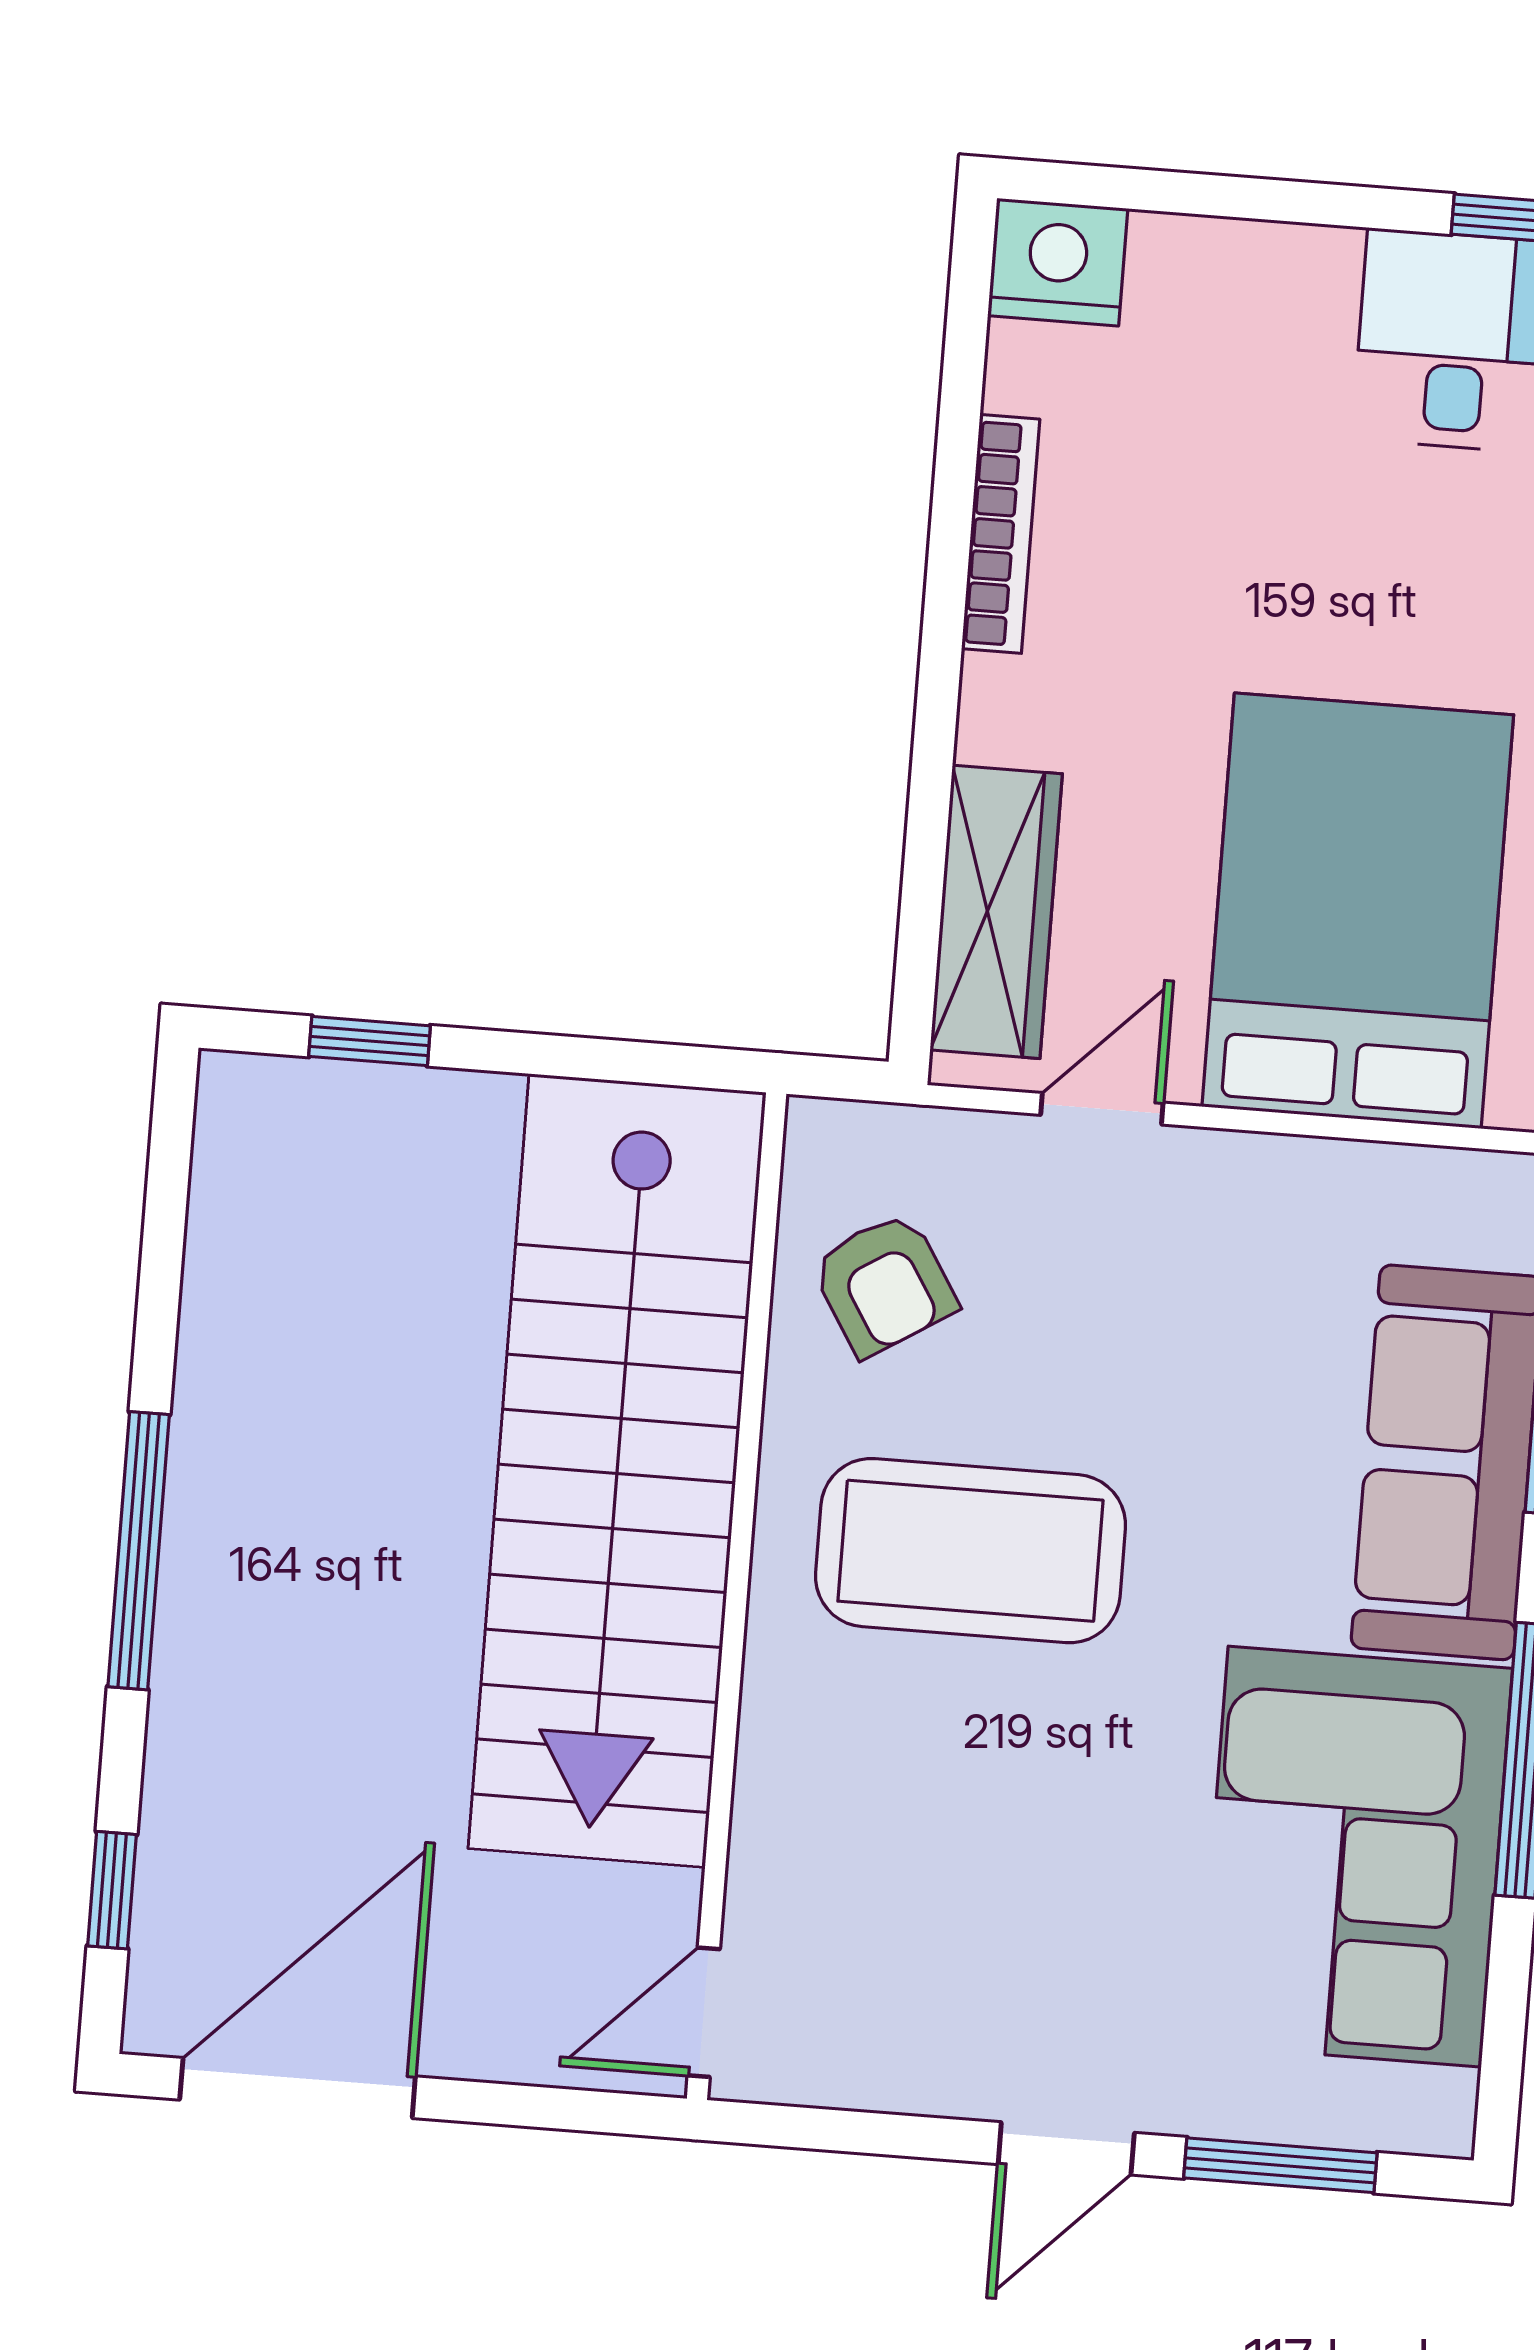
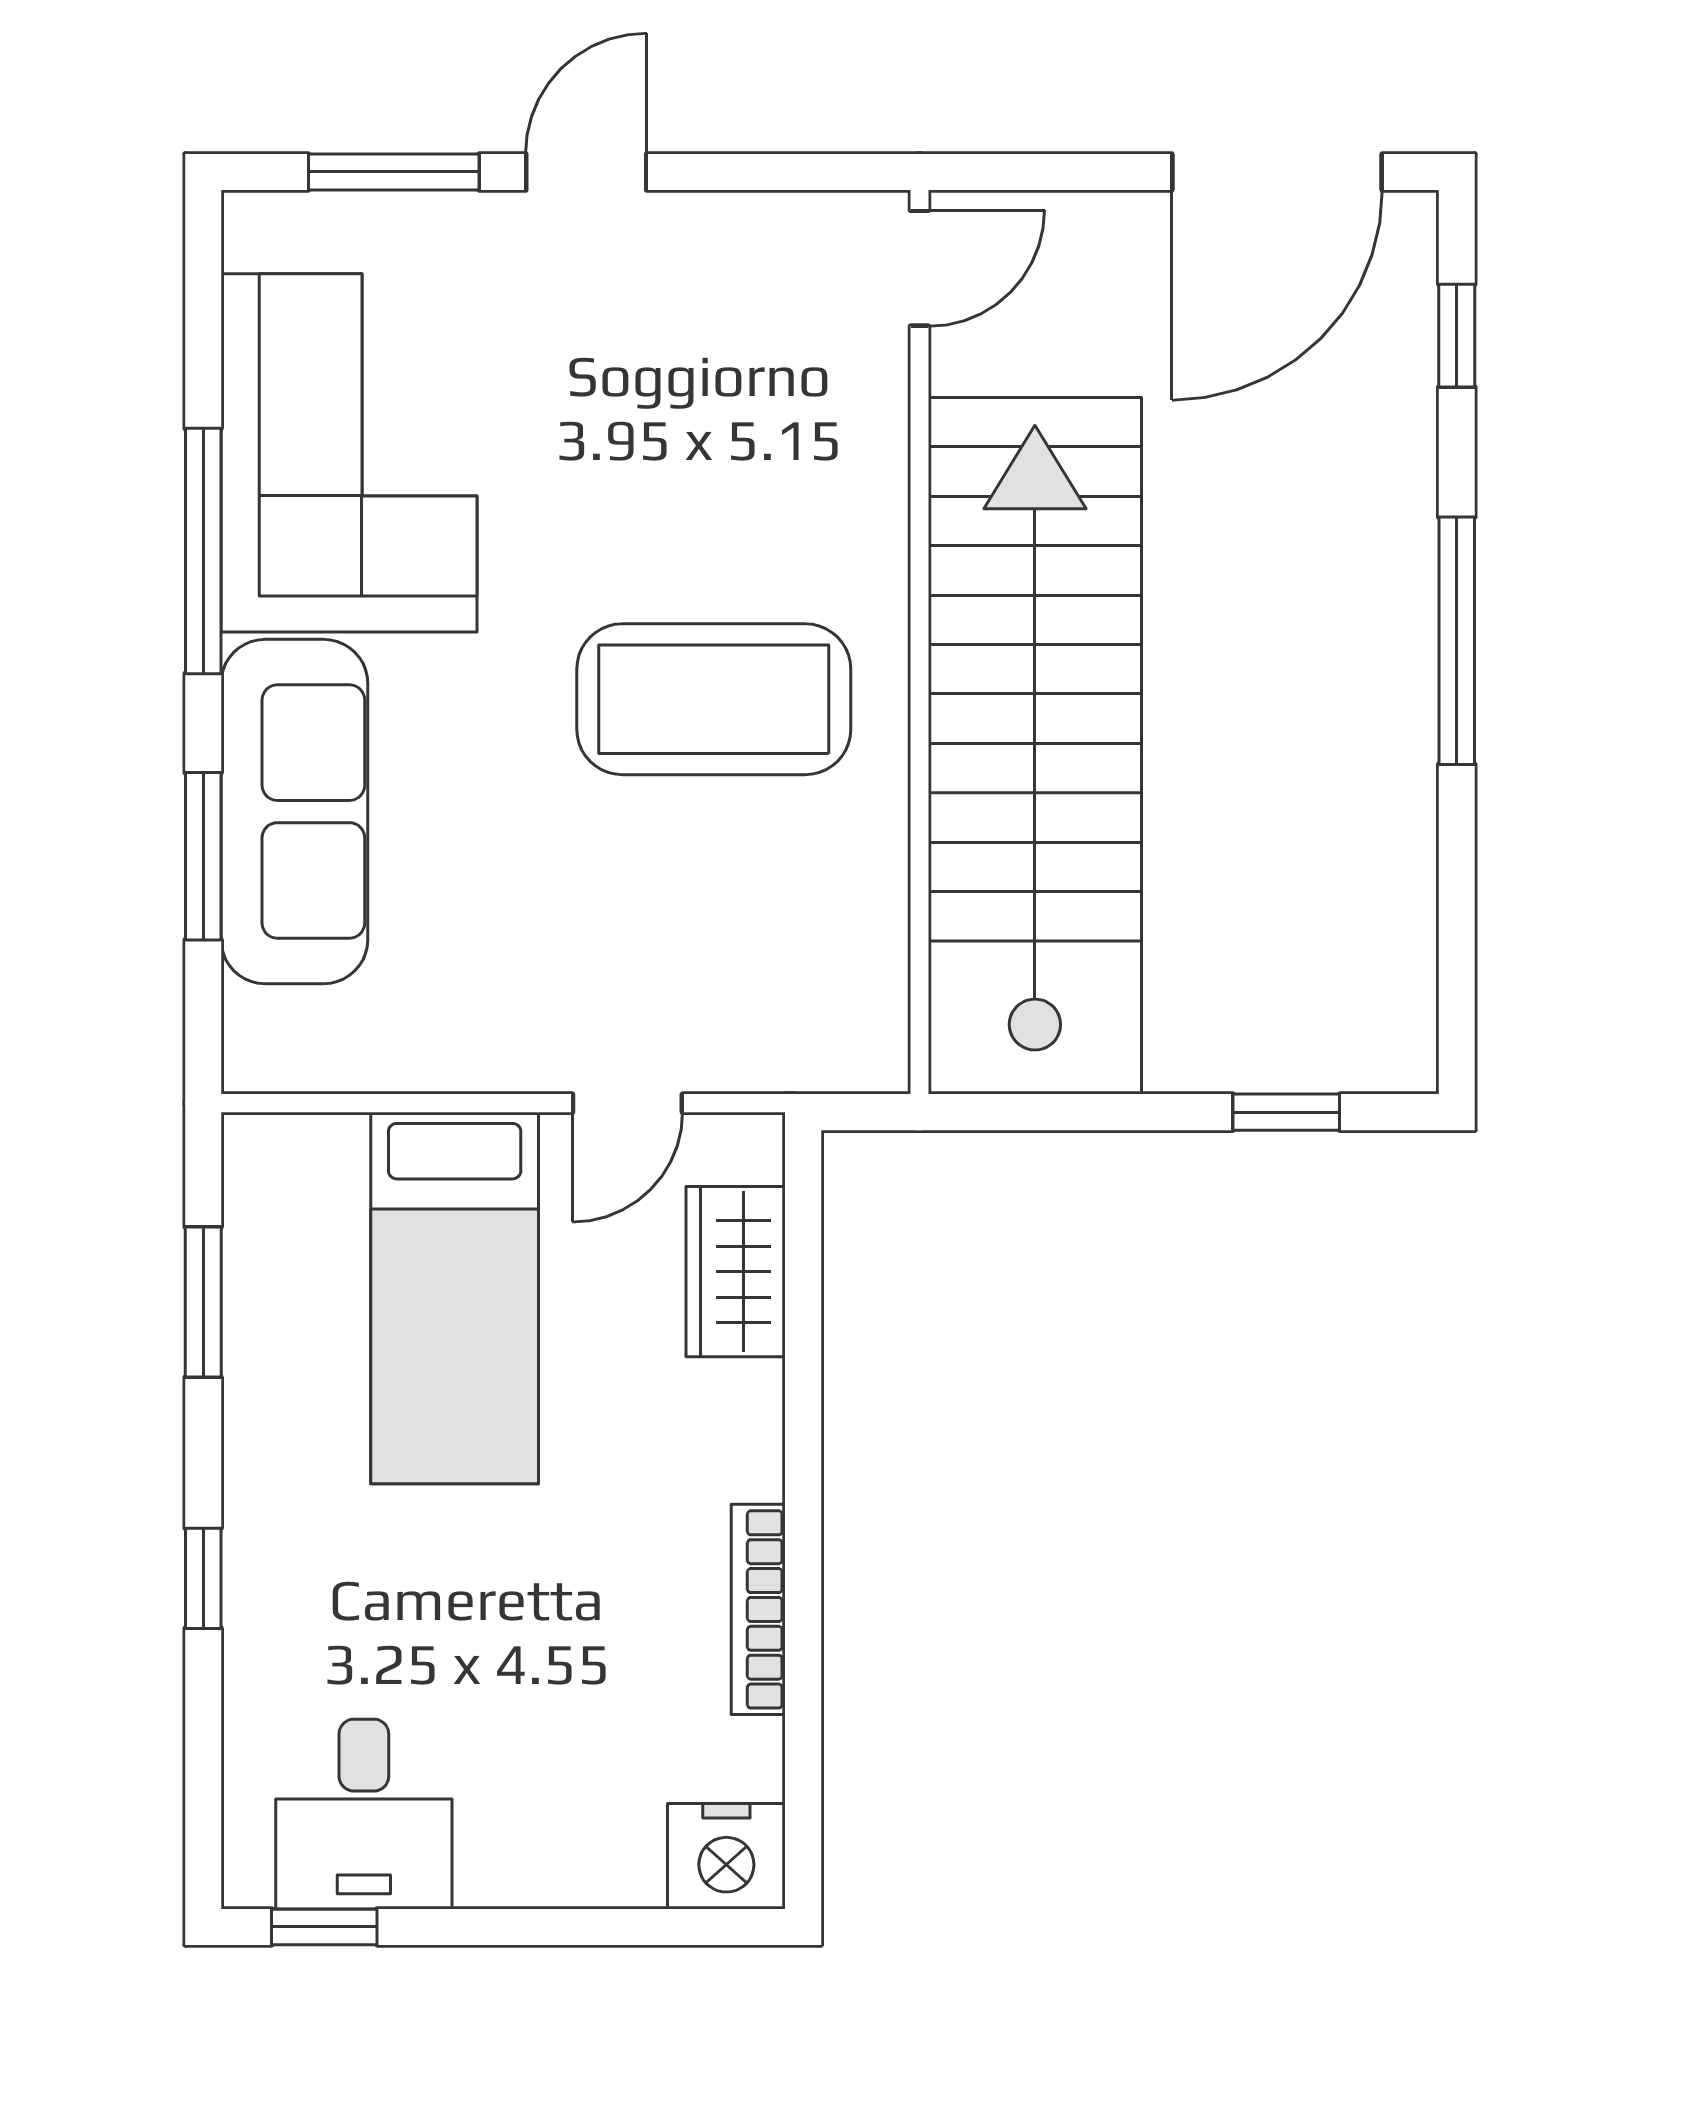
bed: (1358, 911) -> (455, 1298), width x0.67
wardrobe: (996, 912) -> (736, 1272), width x0.67
armchair: (884, 1284) -> (810, 931), removed

